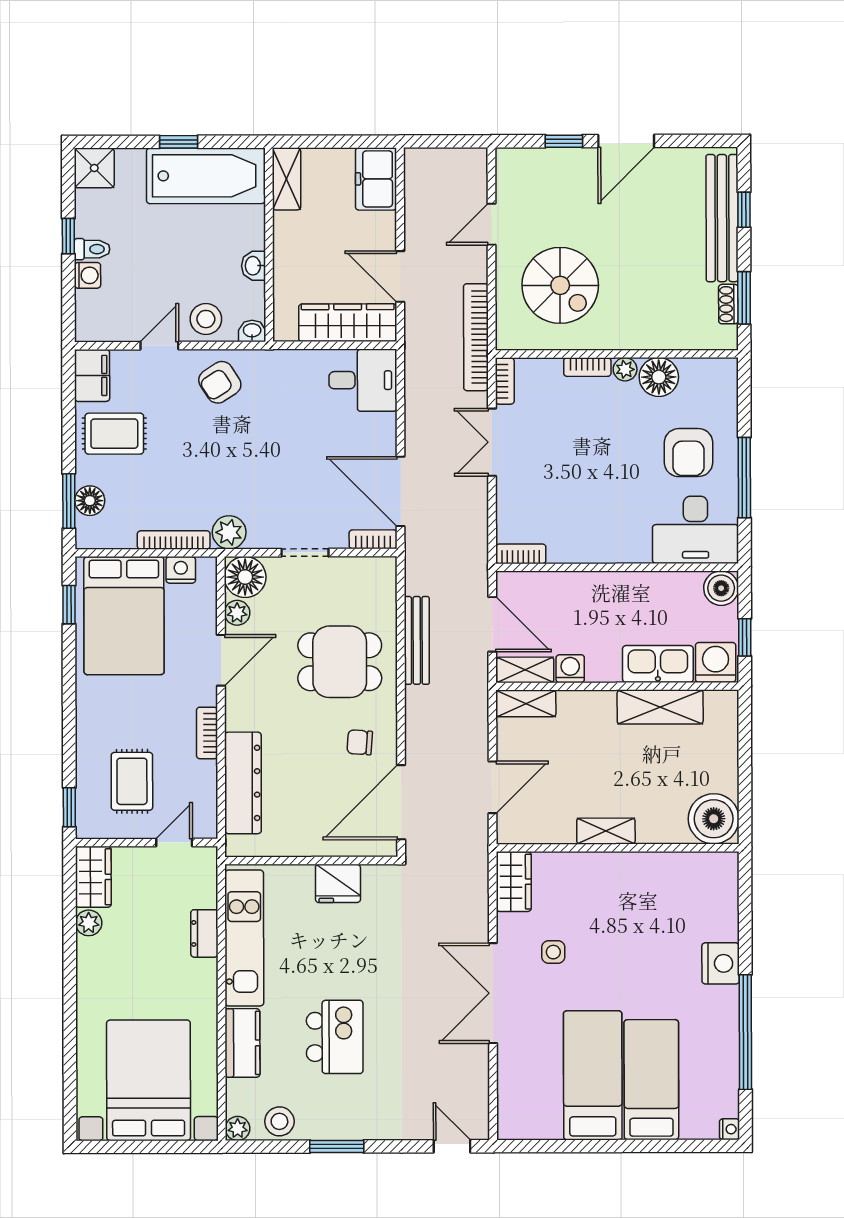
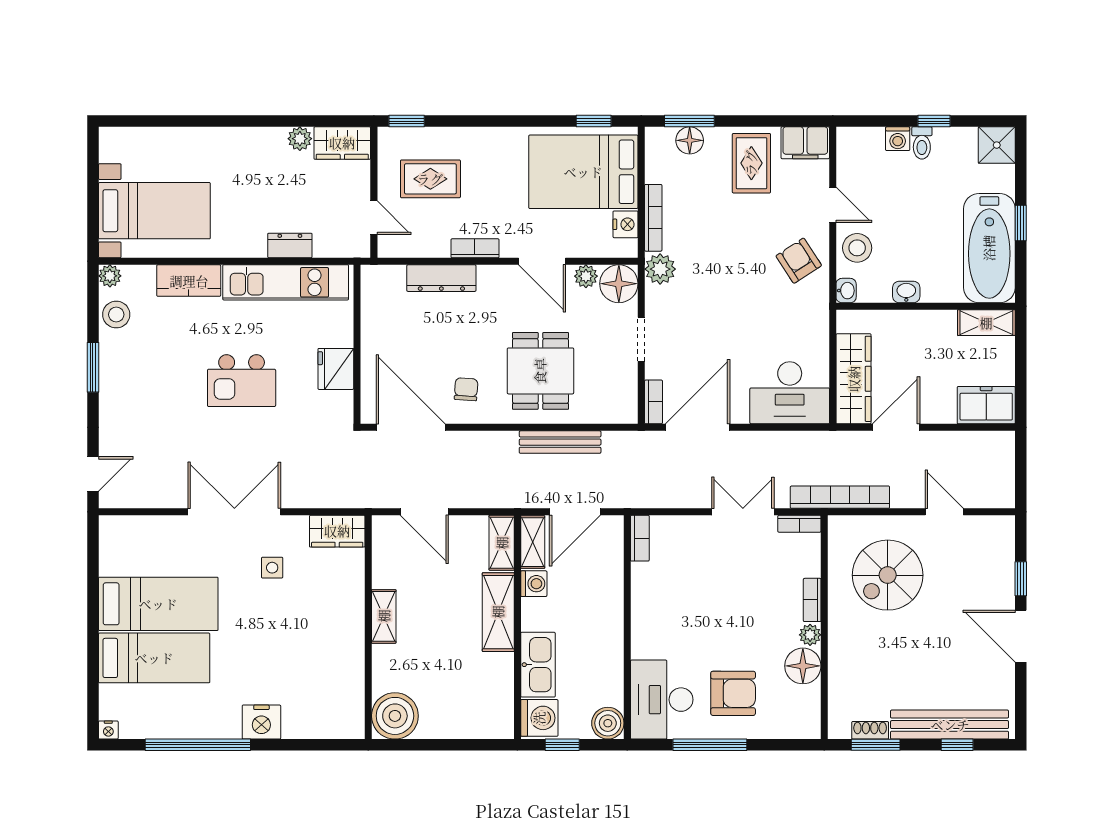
desk: (363, 380) -> (790, 393), width x1.37
armchair: (689, 453) -> (733, 693), turned 180
shelving: (660, 707) -> (498, 612), moved
dresser: (243, 783) -> (441, 278), width x0.73, depth x0.80
kitchen island: (335, 1037) -> (242, 381), moved
bed with nightstands: (148, 1080) -> (154, 211), width x0.73

